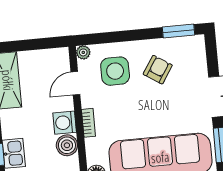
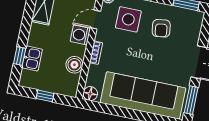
armchair: (158, 70) -> (161, 28), turned 139
washing machine: (65, 123) -> (80, 35), moved

